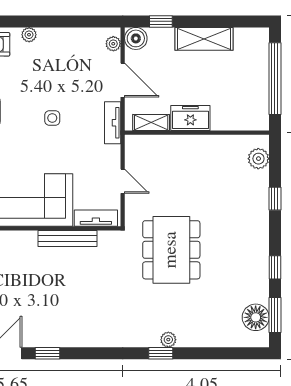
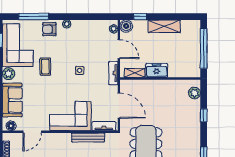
door: (123, 181) -> (119, 106), width x1.88

